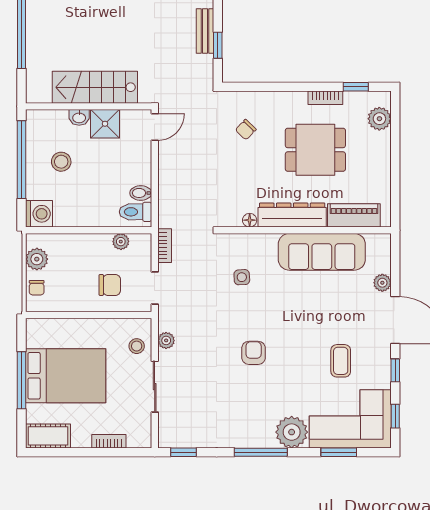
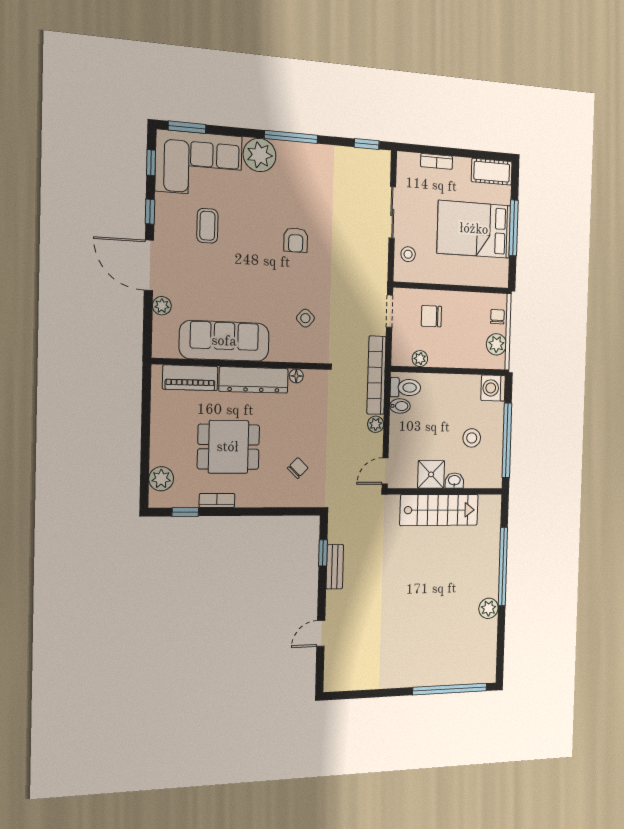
bookcase: (165, 246) -> (376, 375), width x2.31, depth x1.31
side table: (242, 277) -> (305, 318), turned 45
plant: (166, 340) -> (376, 424), moved
window: (339, 452) -> (187, 127), moved

